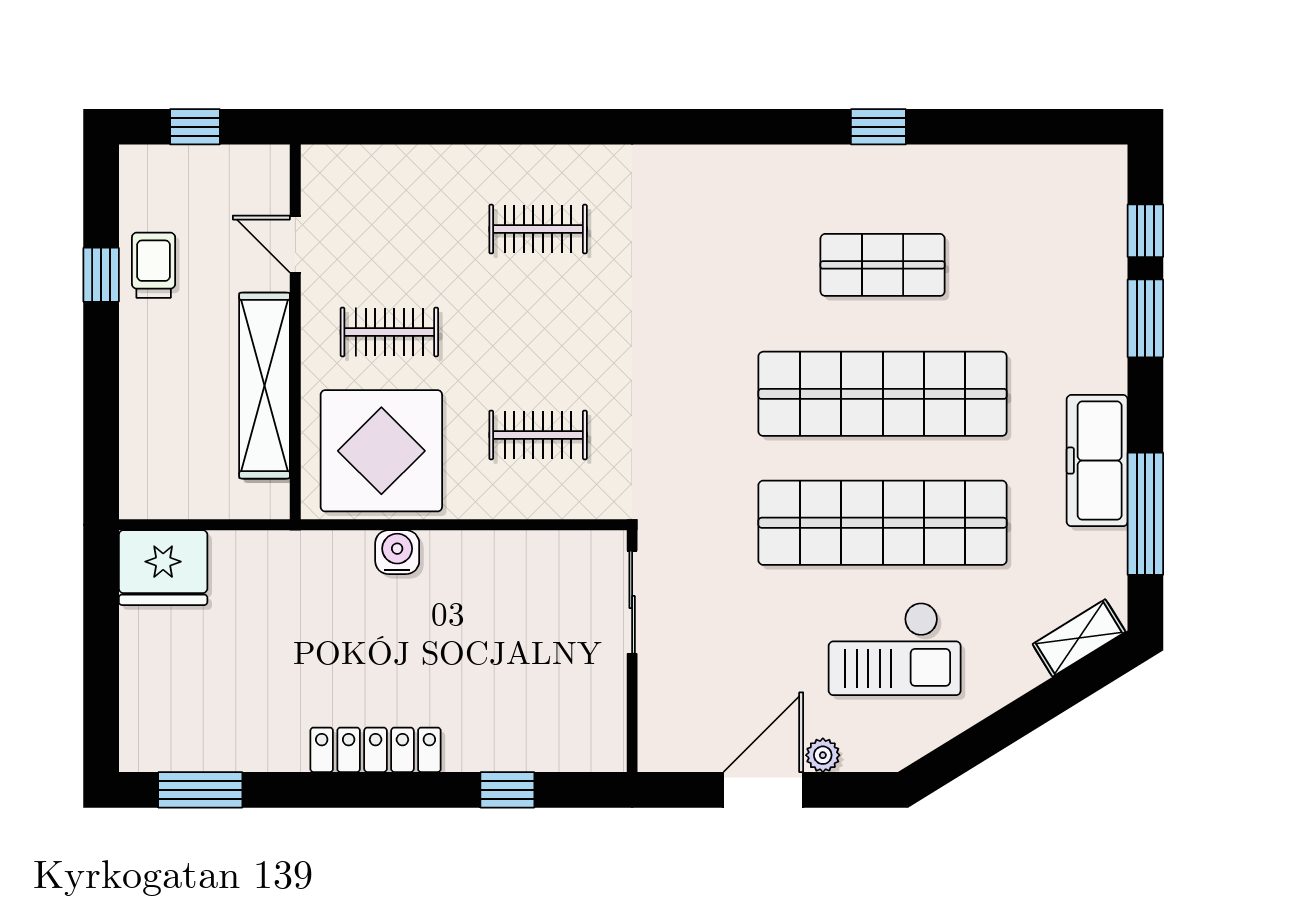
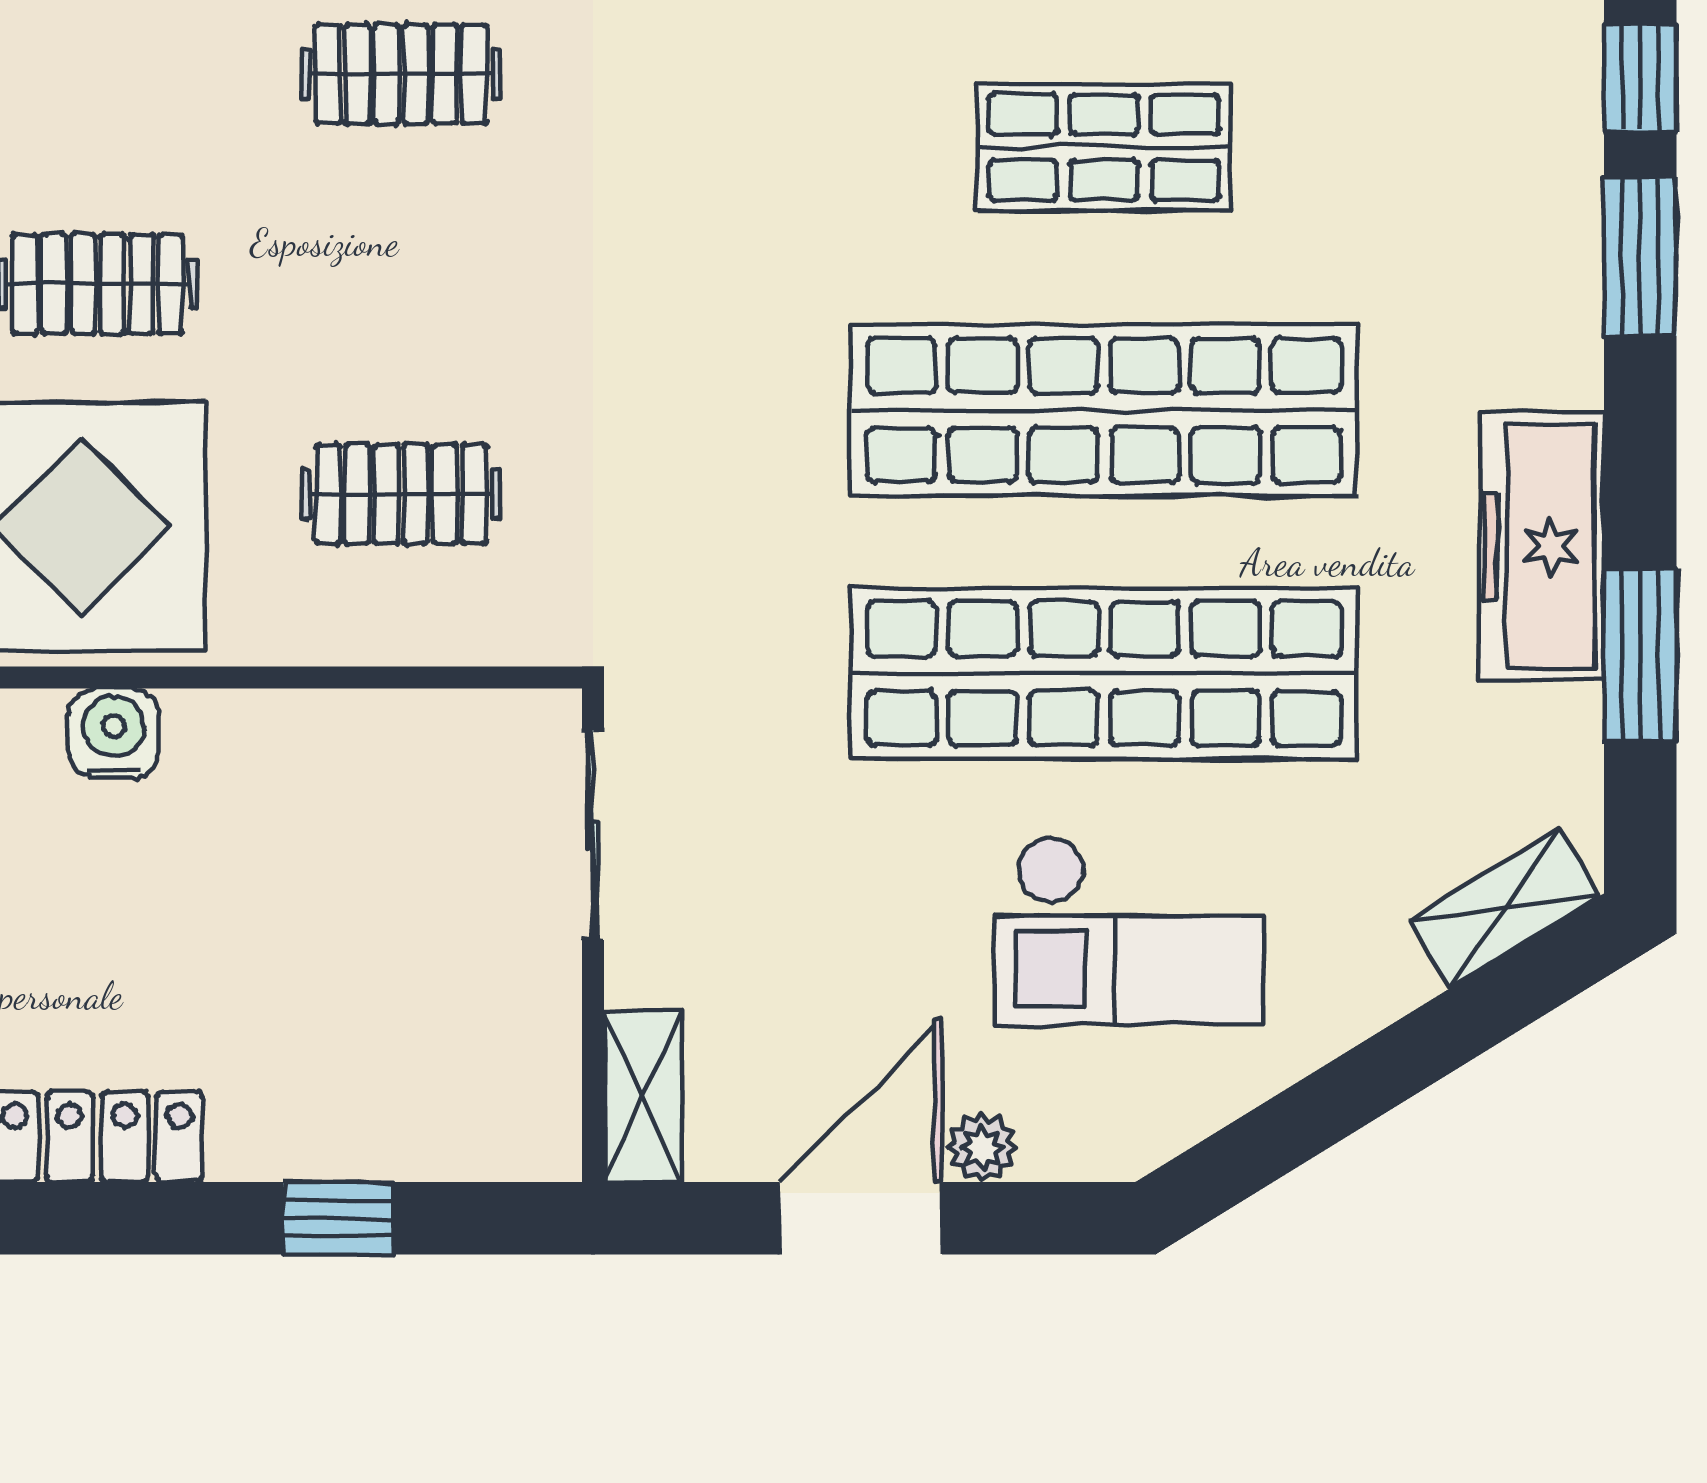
window: (1145, 514) -> (1640, 655), width x0.69
shelving: (656, 730) -> (643, 1096), added

